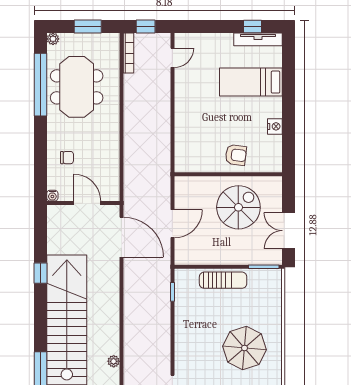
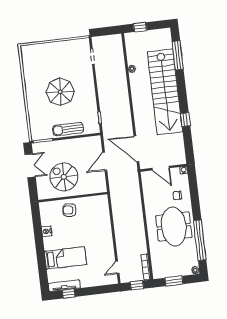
meeting table: (77, 87) -> (174, 226), moved
spiral stairs: (238, 207) -> (64, 177), turned 90
parasol: (245, 348) -> (60, 92), moved

